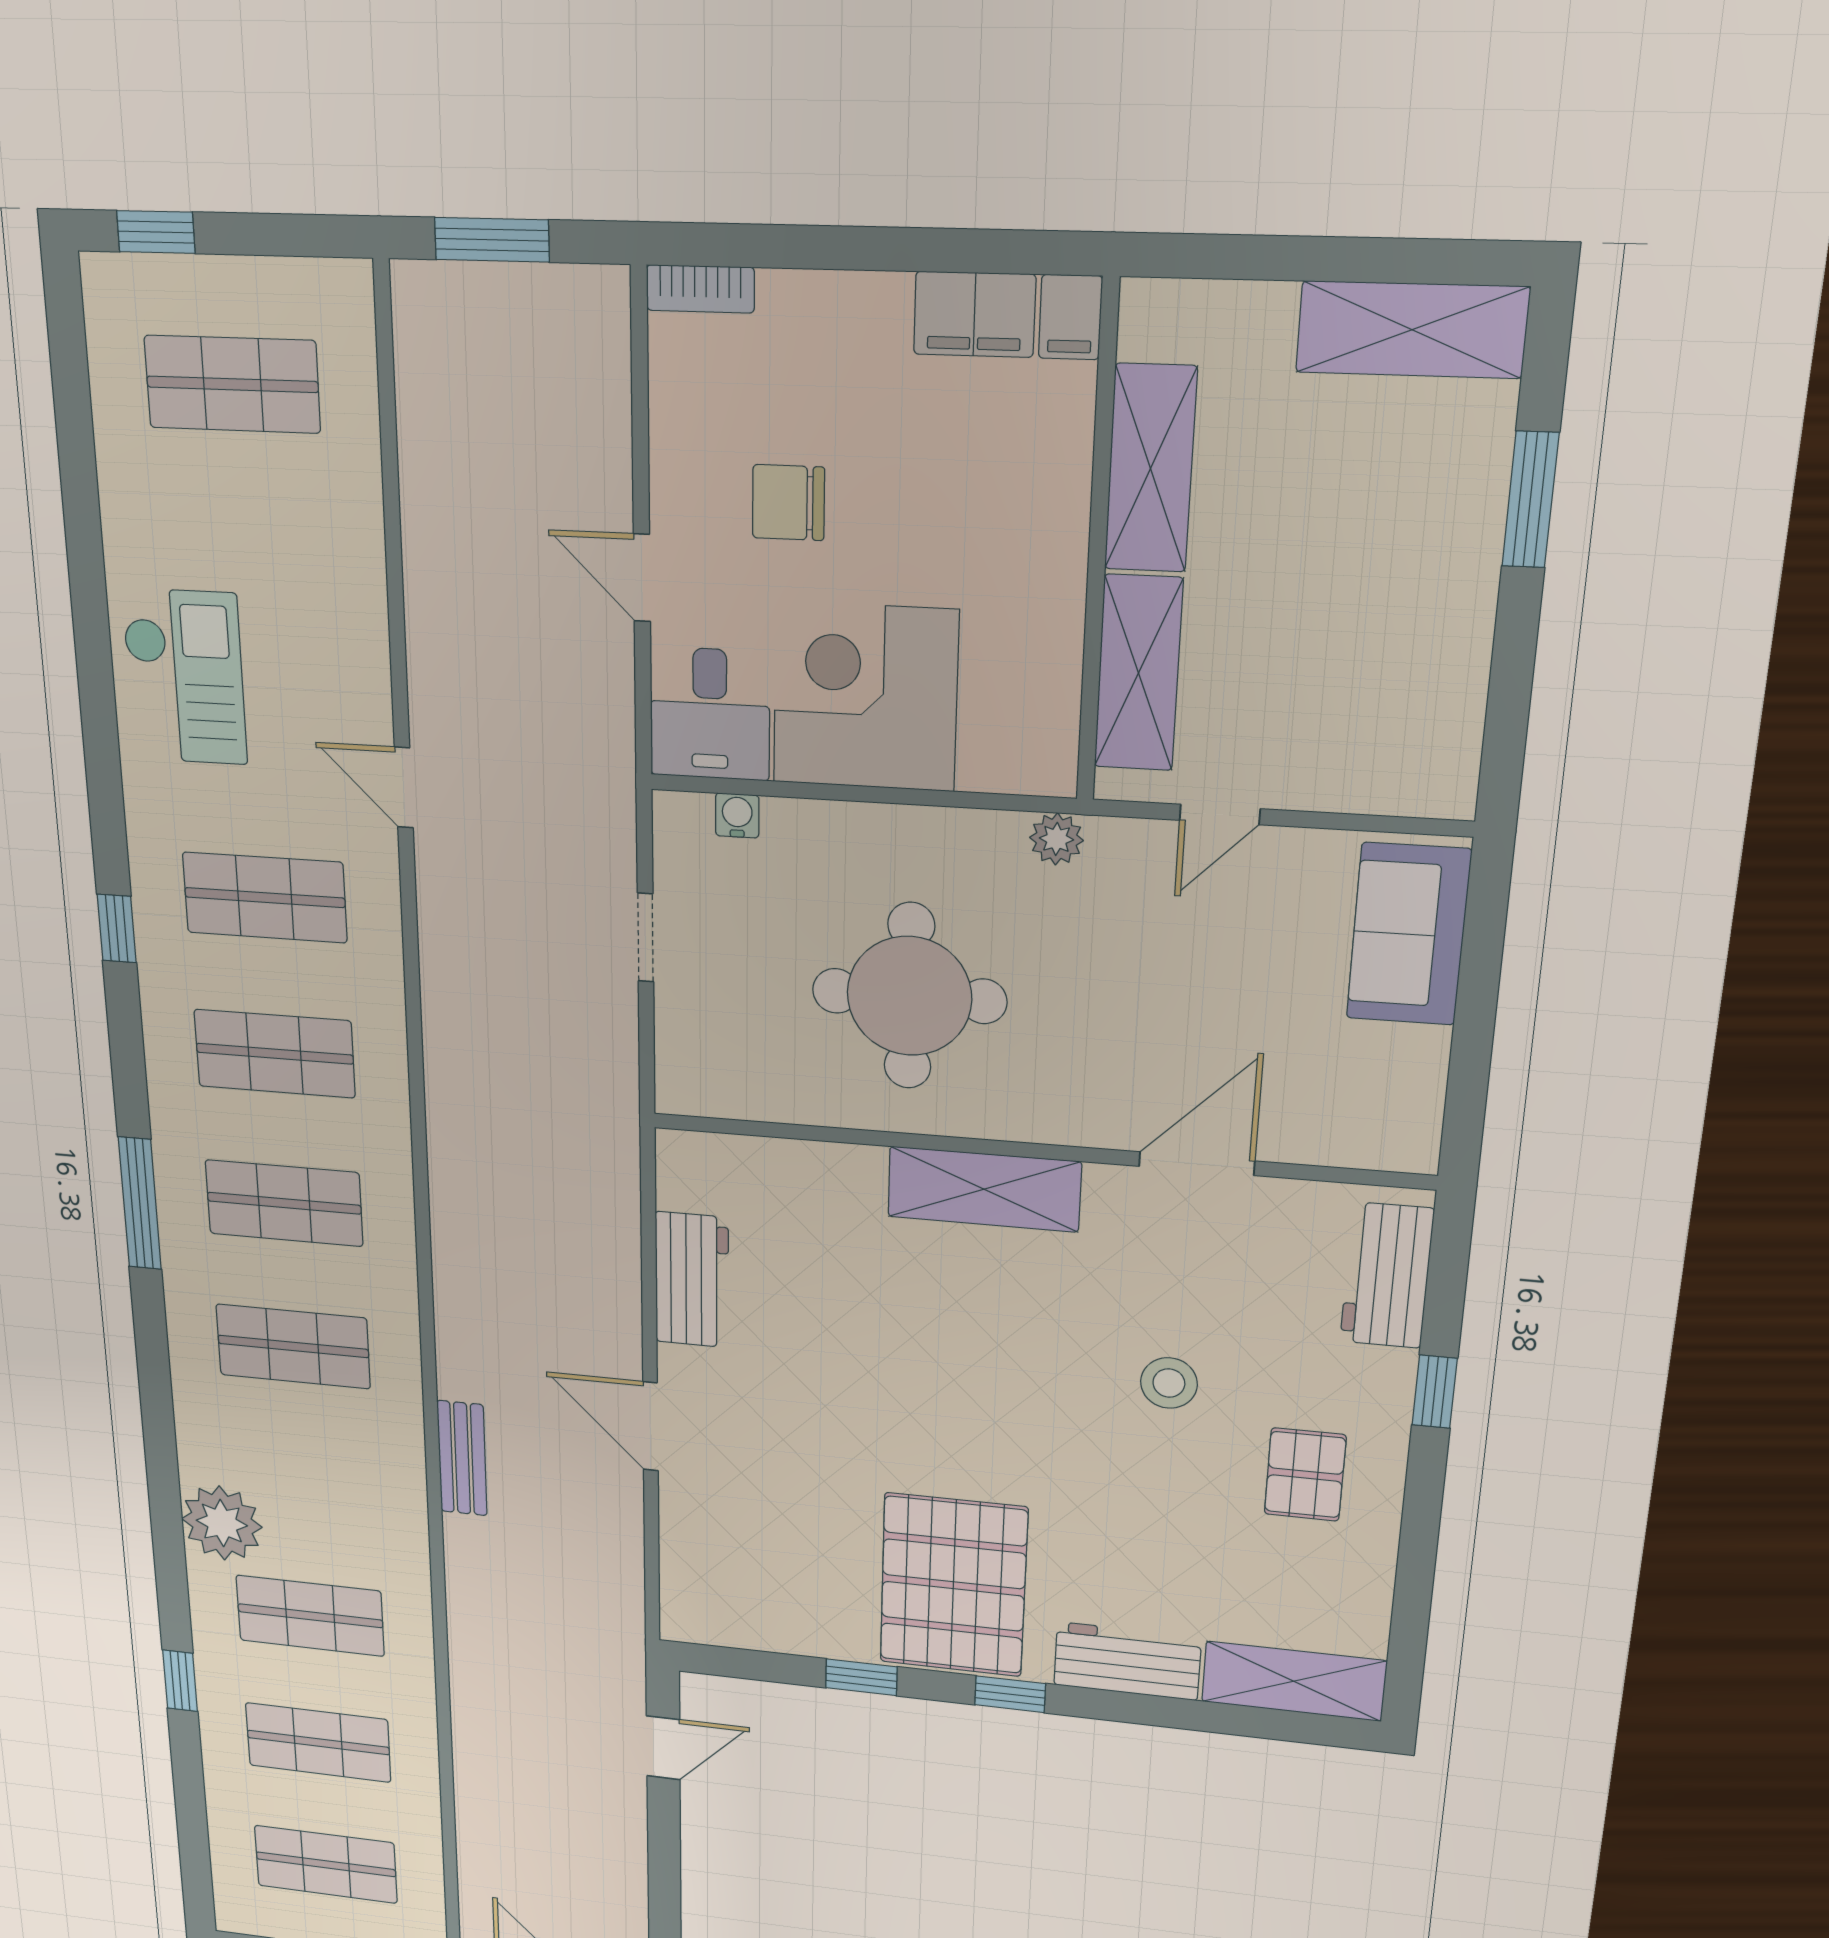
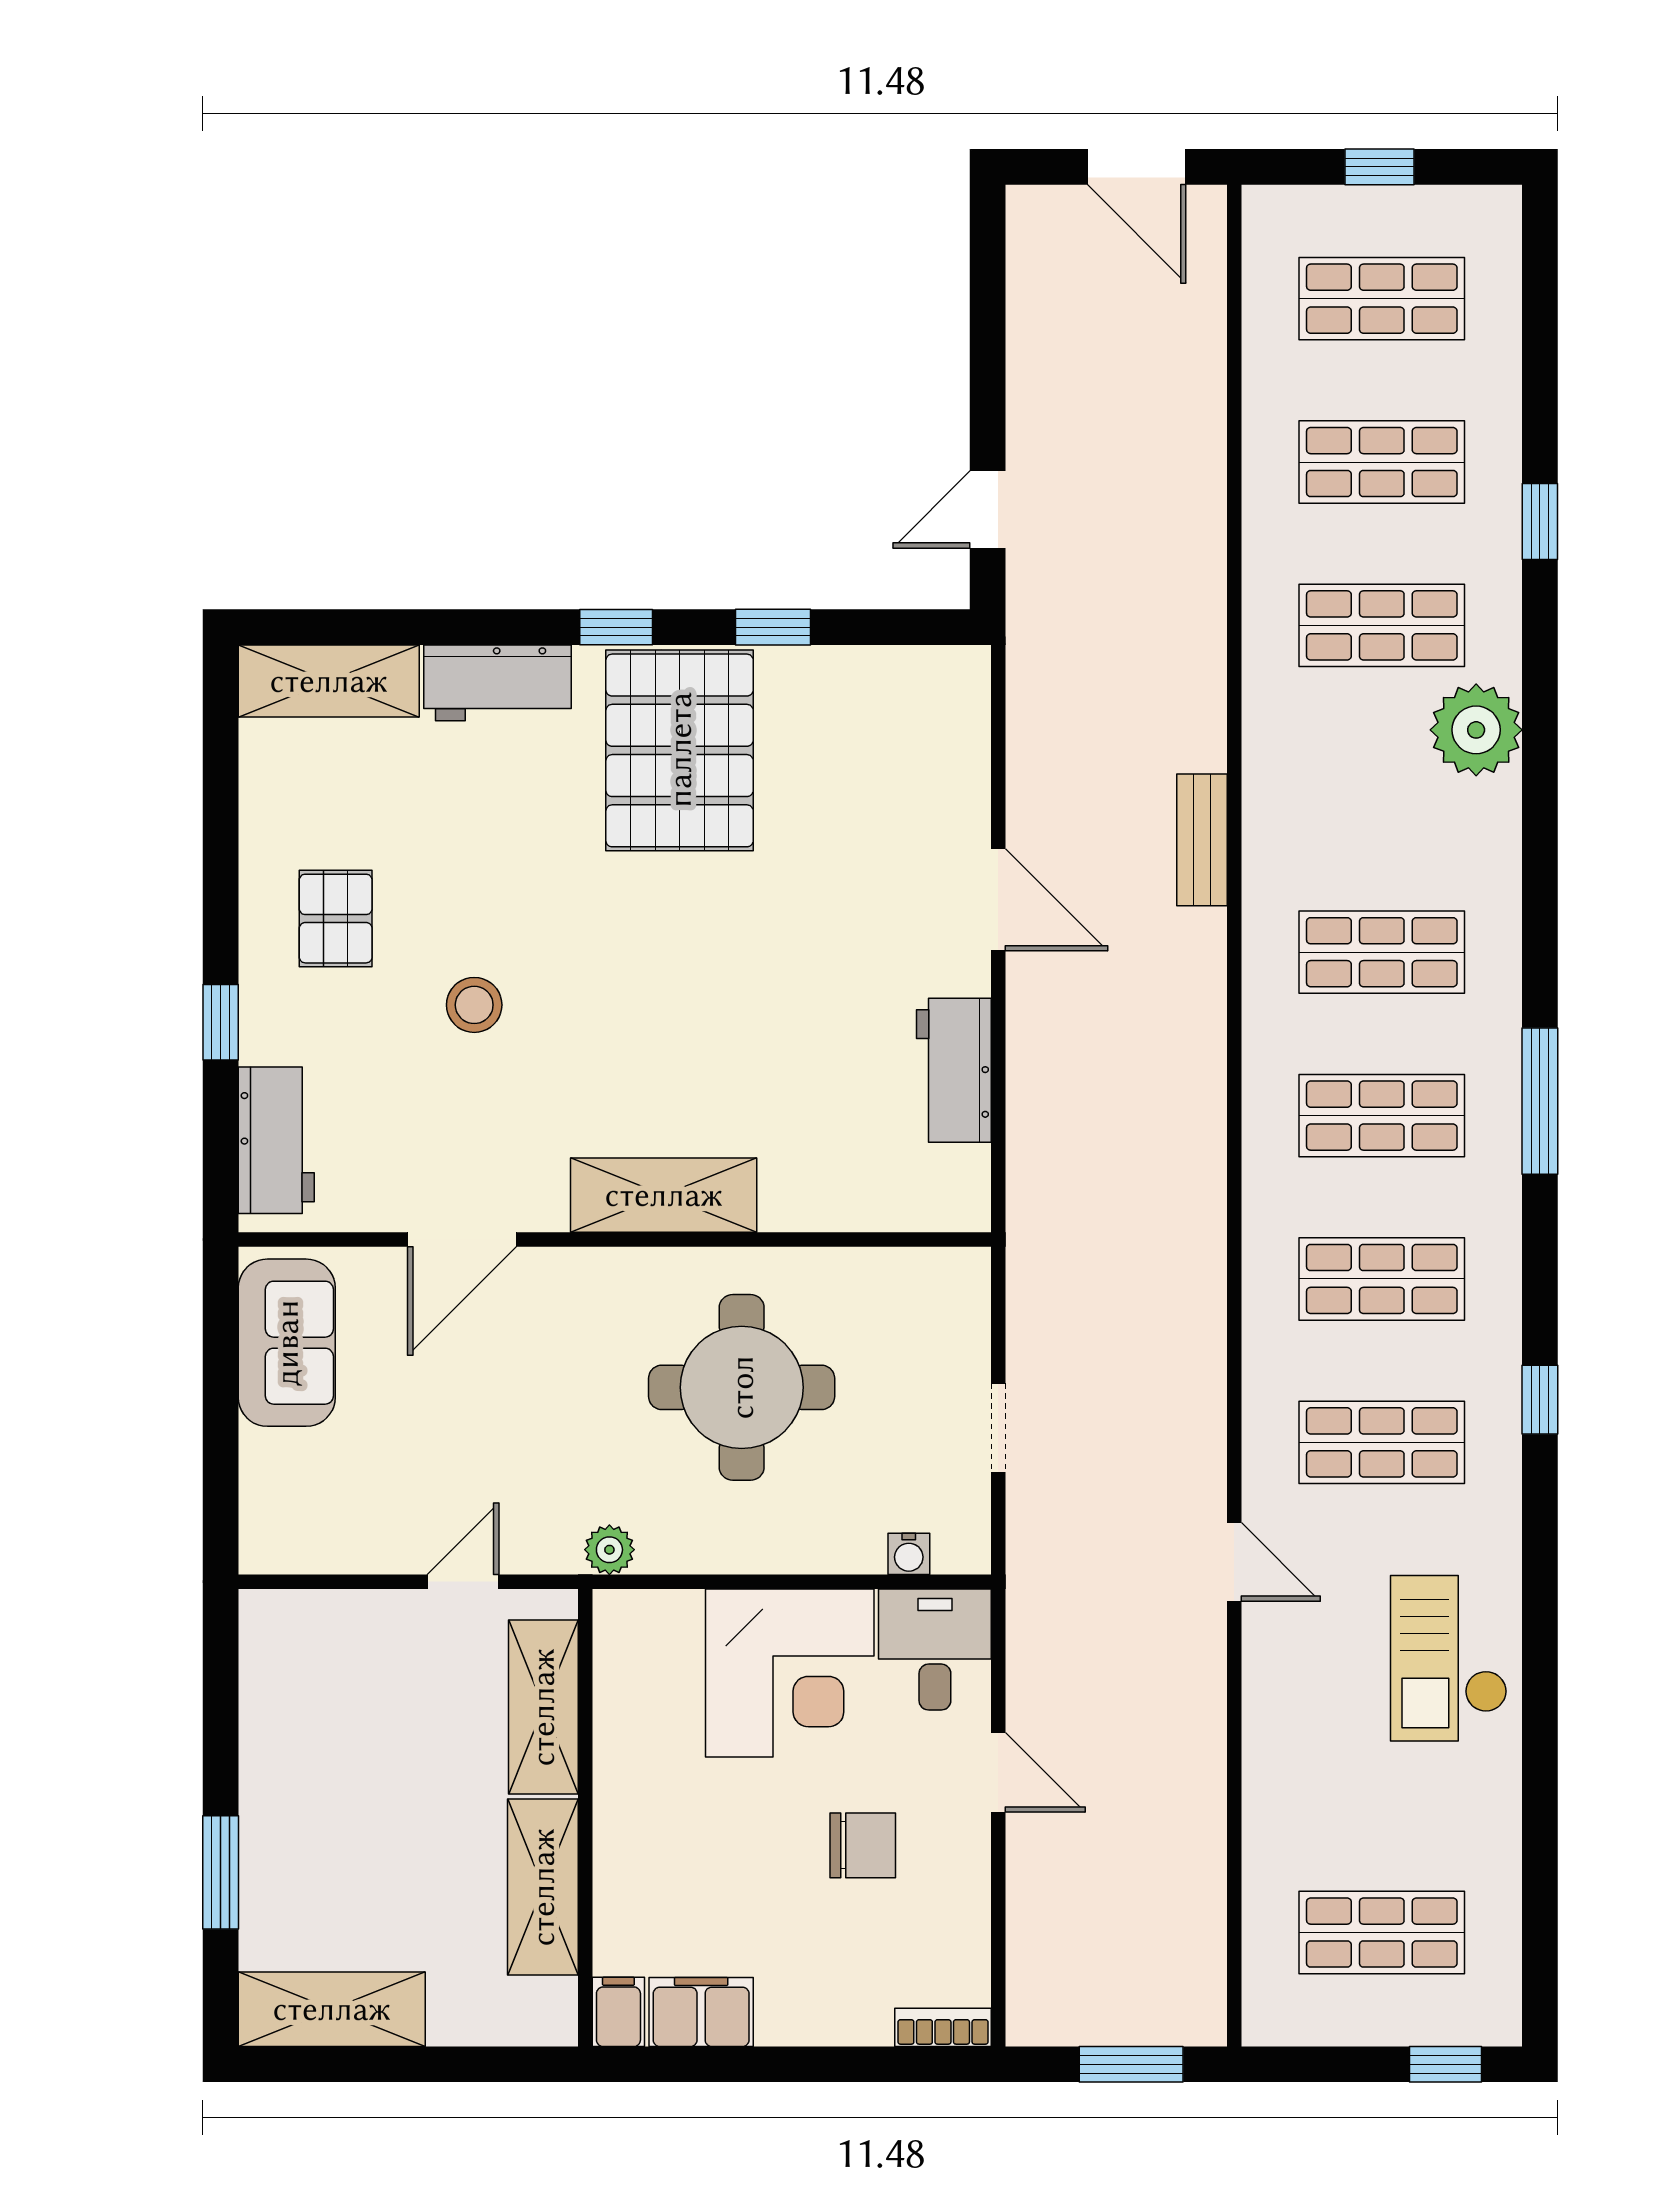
sofa: (1408, 934) -> (287, 1343), moved

